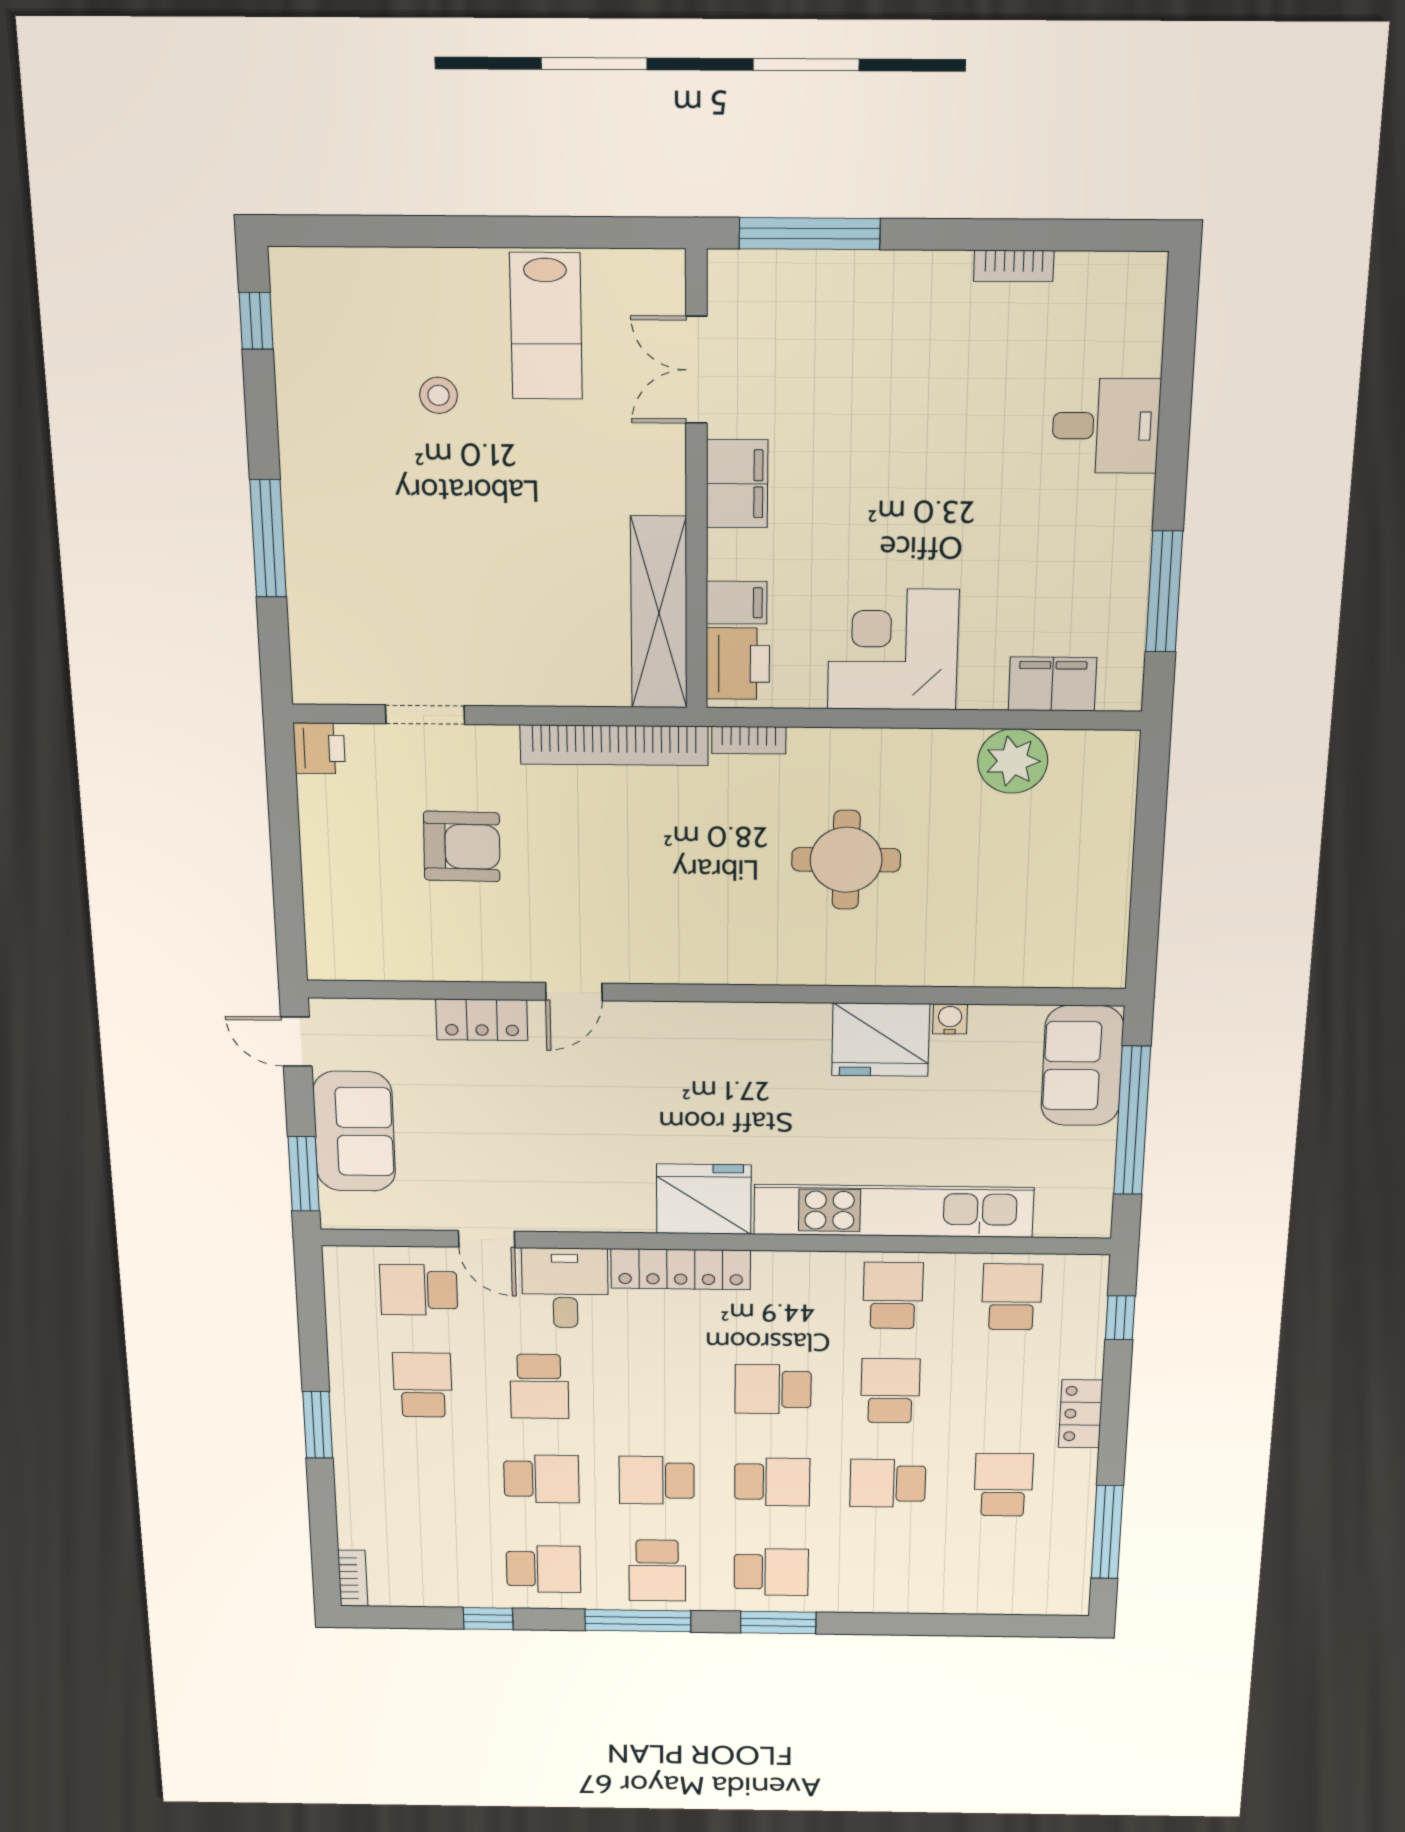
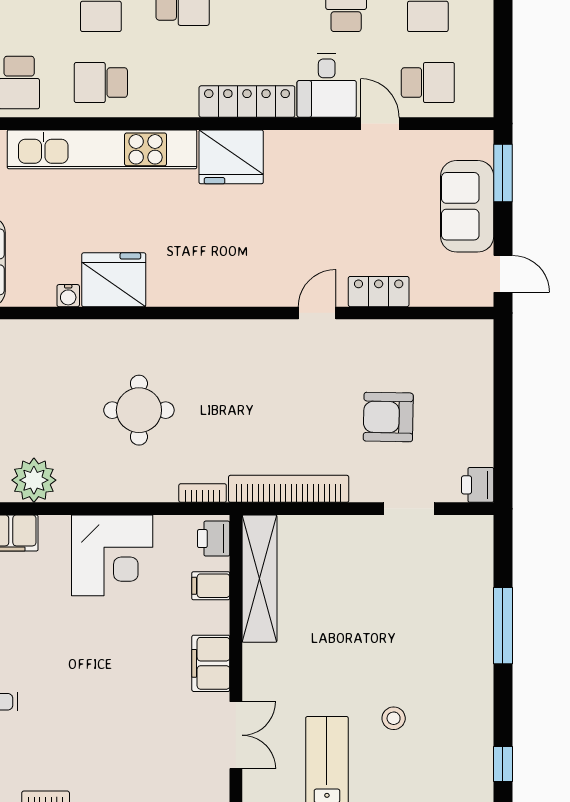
printer: (738, 664) -> (214, 539), width x0.73, depth x0.81
school desk: (893, 1295) -> (101, 83), turned 90

